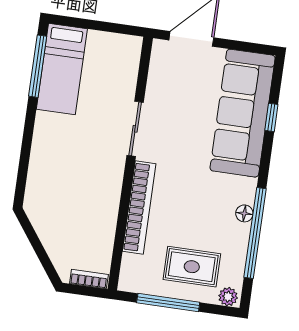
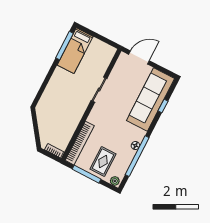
bookcase: (139, 207) -> (80, 143), moved
rug: (192, 267) -> (103, 161), turned 90

